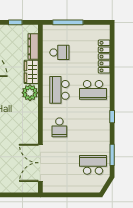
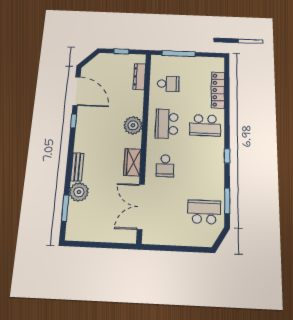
wardrobe: (31, 72) -> (132, 162), moved

